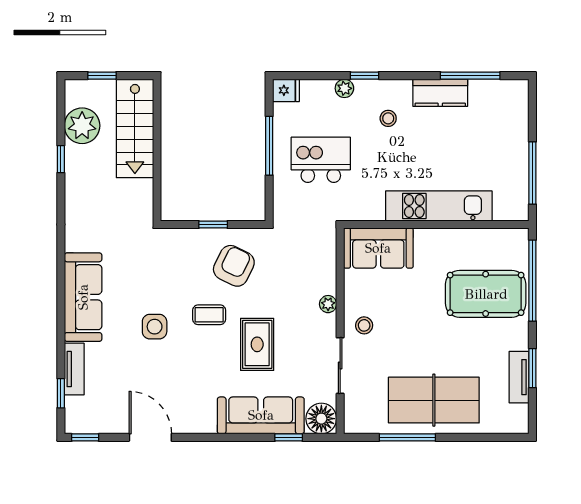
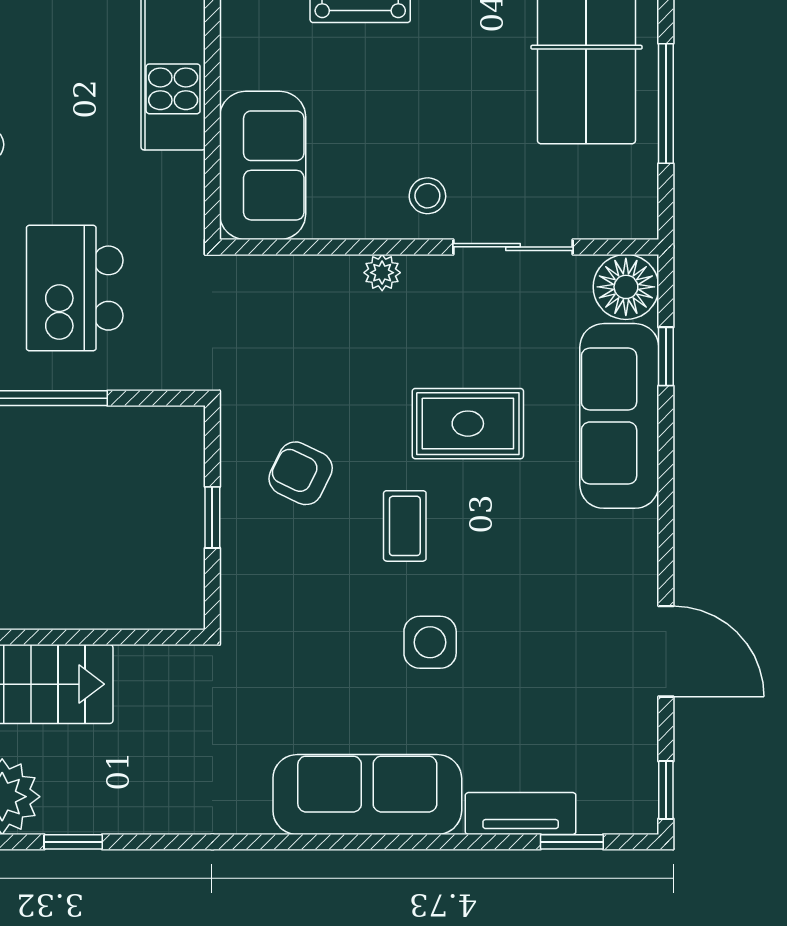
armchair: (234, 266) -> (301, 473), width x0.72, depth x0.72
door: (150, 437) -> (666, 651), swing flipped

